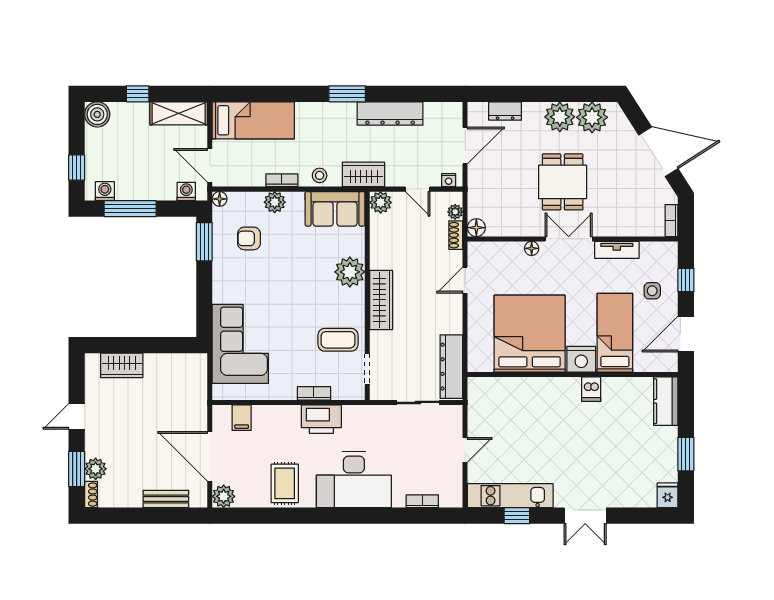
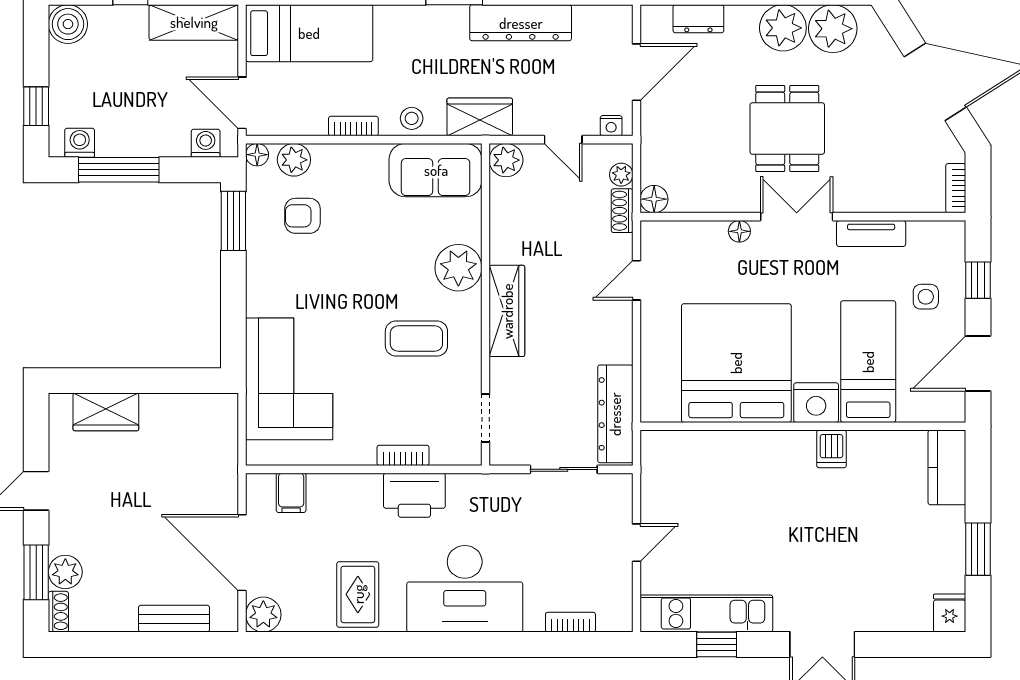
plant: (275, 202) -> (294, 160), moved
coffee table: (338, 340) -> (416, 339), moved

